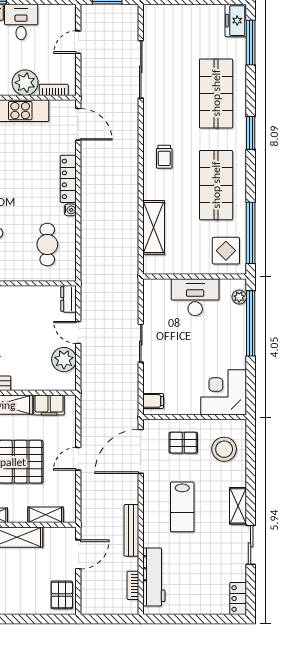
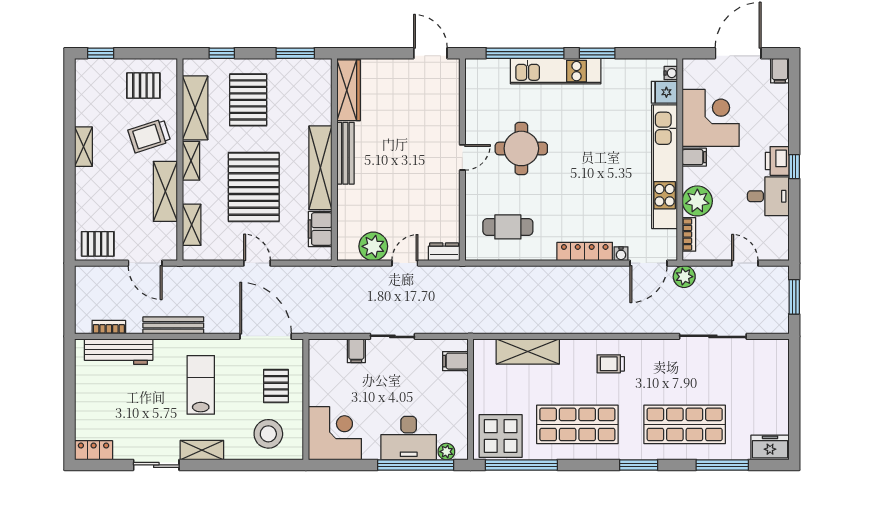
window: (251, 43) -> (722, 465), moved
plant: (90, 94) -> (684, 277), added
water cooler: (70, 210) -> (621, 254), moved
display table: (226, 251) -> (501, 436), width x1.36, depth x1.36
filing cabinet: (162, 289) -> (455, 361), added
desk: (195, 297) -> (409, 438), moved, turned 90
filing cabinet: (153, 401) -> (356, 351), moved
lab bench: (182, 507) -> (201, 385), turned 90

